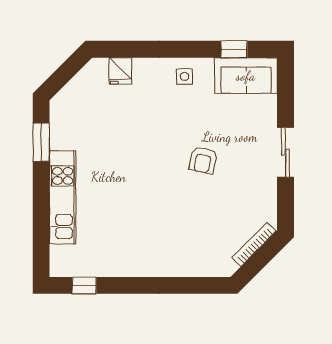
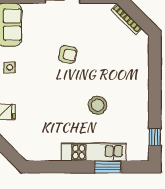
window: (41, 142) -> (108, 167), moved
stool: (130, 203) -> (98, 105), added

